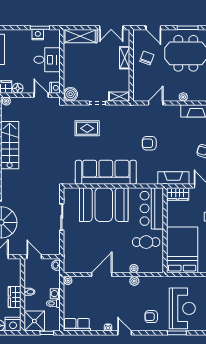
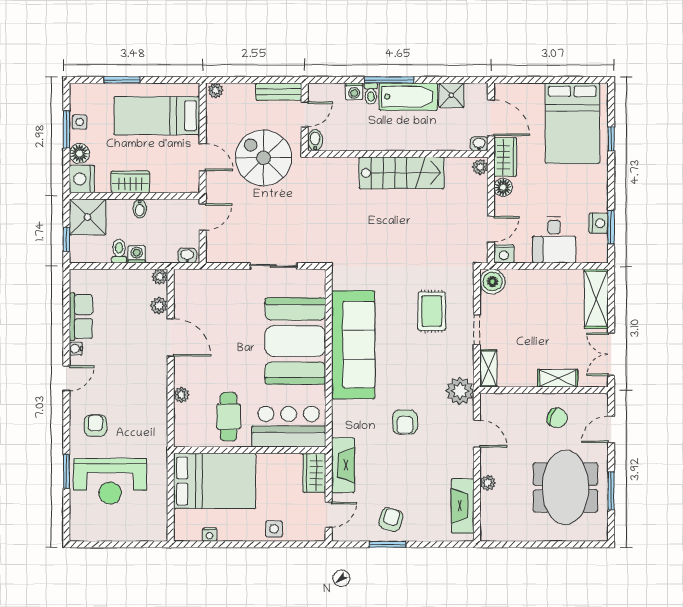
plant: (132, 113) -> (460, 391), added
armchair: (149, 143) -> (405, 422), turned 180
plant: (134, 281) -> (159, 306), moved
row of seats: (77, 325) -> (81, 317), moved

